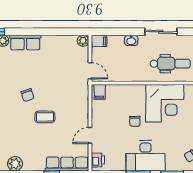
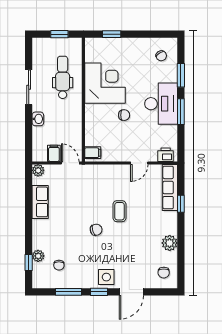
filing cabinet: (99, 41) -> (54, 153), moved
row of seats: (25, 43) -> (40, 202), moved
door: (90, 71) -> (70, 163), hinge flipped
door: (90, 135) -> (139, 163), hinge flipped

